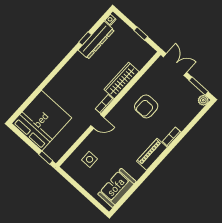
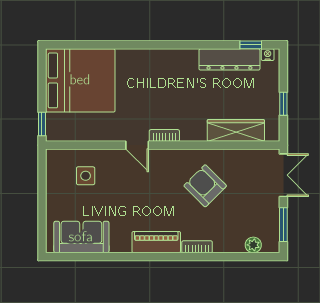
window: (85, 38) -> (251, 45), moved
wardrobe: (121, 81) -> (236, 130), moved
plant: (203, 100) -> (253, 245), moved
armchair: (146, 106) -> (205, 186), turned 45

